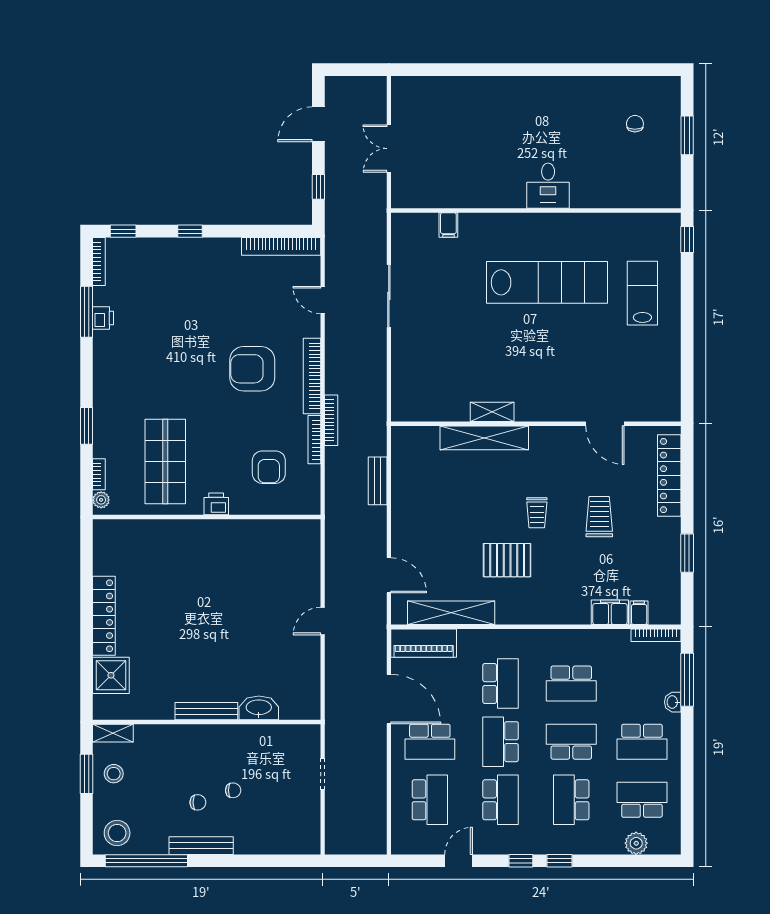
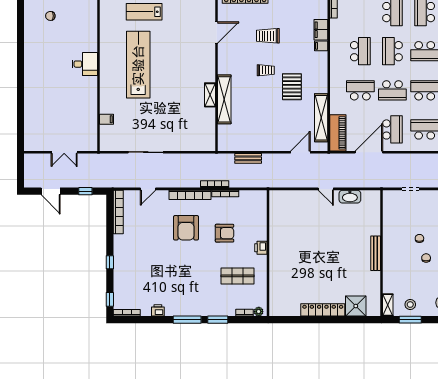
window: (87, 312) -> (187, 320), moved
shop shelf: (165, 462) -> (237, 276), width x0.70, depth x0.74
armchair: (269, 467) -> (225, 233), moved
filing cabinet: (639, 613) -> (321, 46), moved
washbasin: (259, 708) -> (350, 197), moved, turned -90

